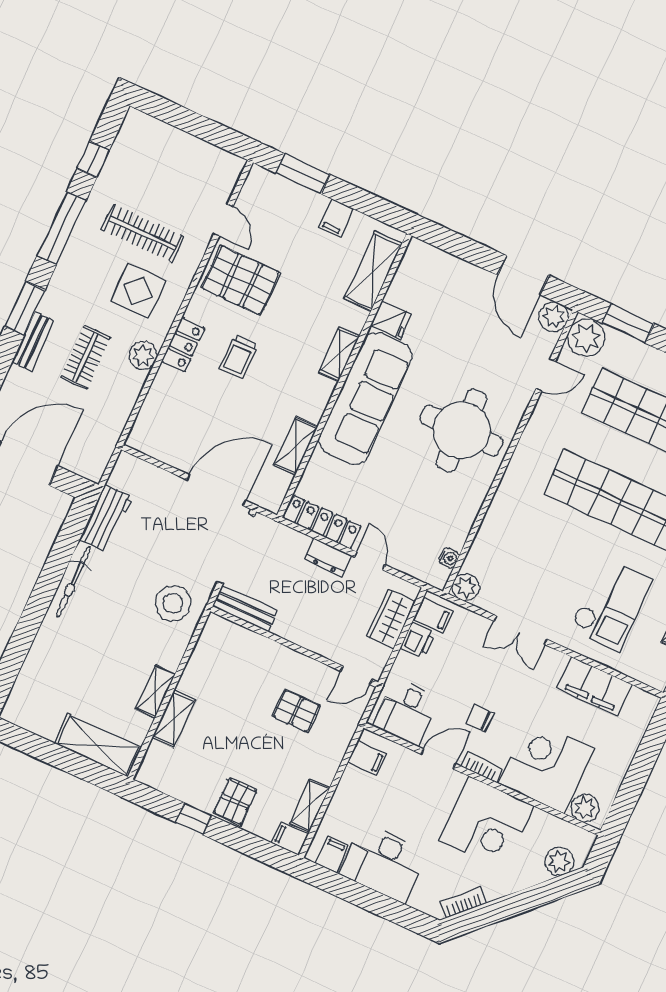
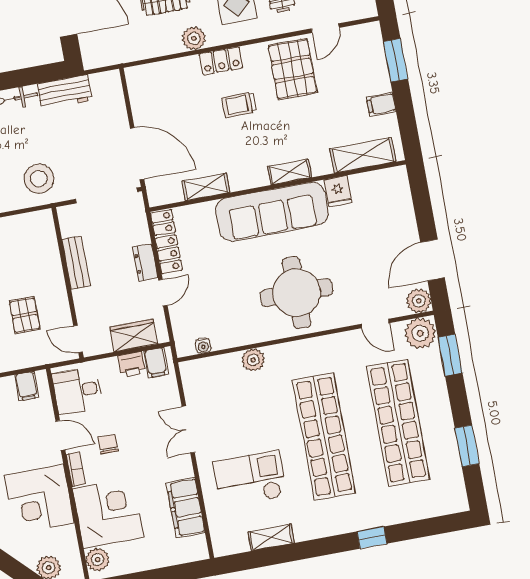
plant: (466, 587) -> (253, 360), moved
checkout: (611, 604) -> (250, 479), turned 180
bench: (245, 608) -> (76, 263), moved

